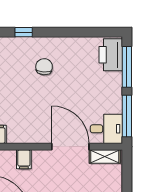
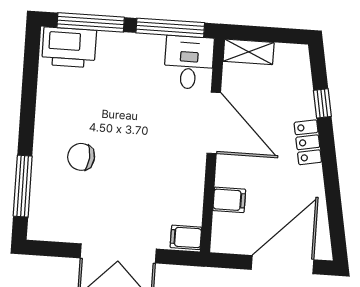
window: (24, 32) -> (23, 186), width x2.17
door: (70, 147) -> (214, 123), swing flipped
shelving: (105, 157) -> (249, 52), moved, turned 90

